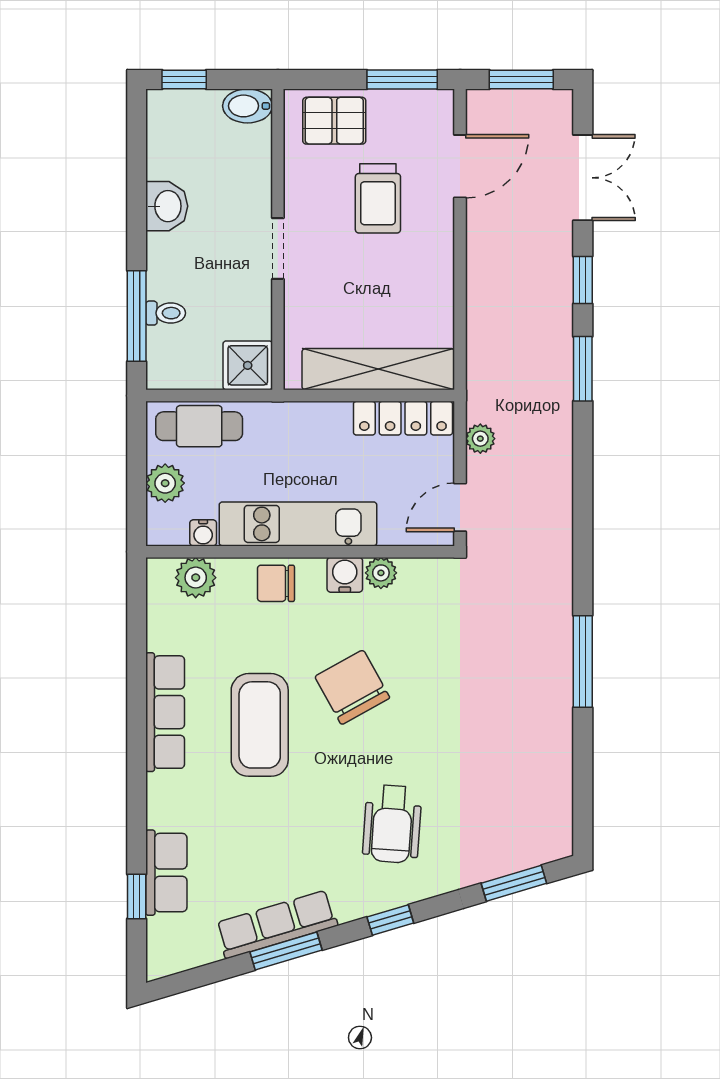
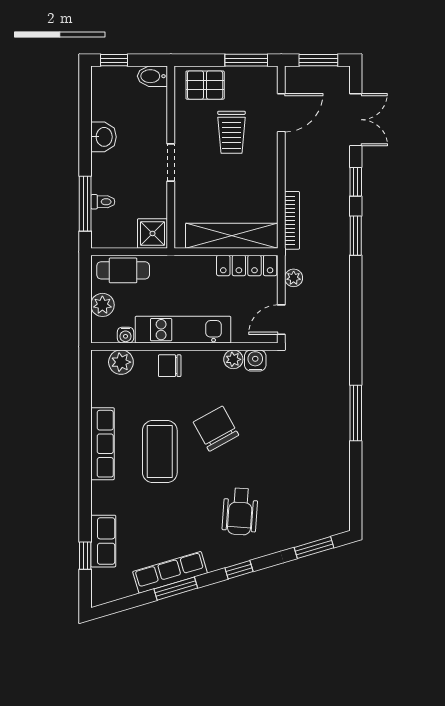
bookcase: (478, 344) -> (292, 220), added
water cooler: (345, 575) -> (255, 360), moved

